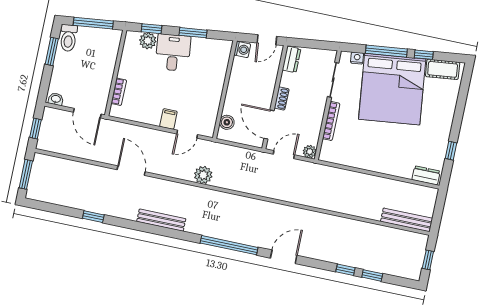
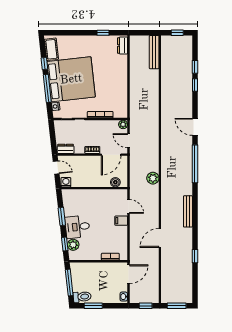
plant: (203, 175) -> (153, 178), moved

